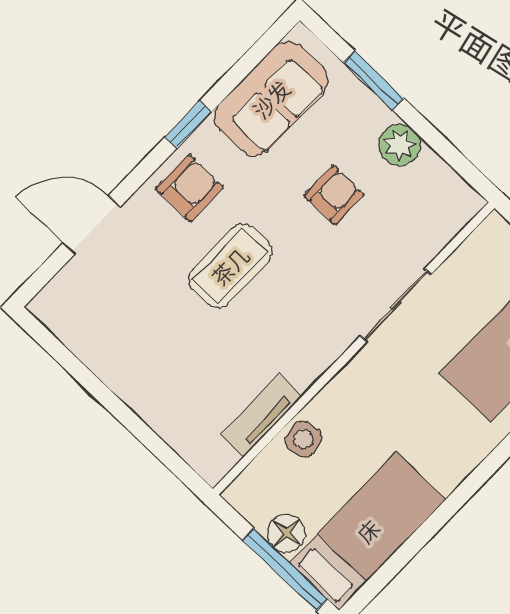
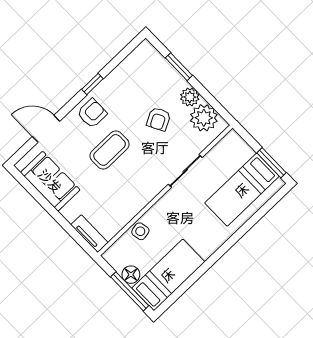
sofa: (271, 99) -> (50, 181), moved, turned -90
plant: (432, 189) -> (204, 118), added
armchair: (334, 195) -> (159, 119), turned 152
tv unit: (261, 416) -> (89, 234), moved, turned 90

